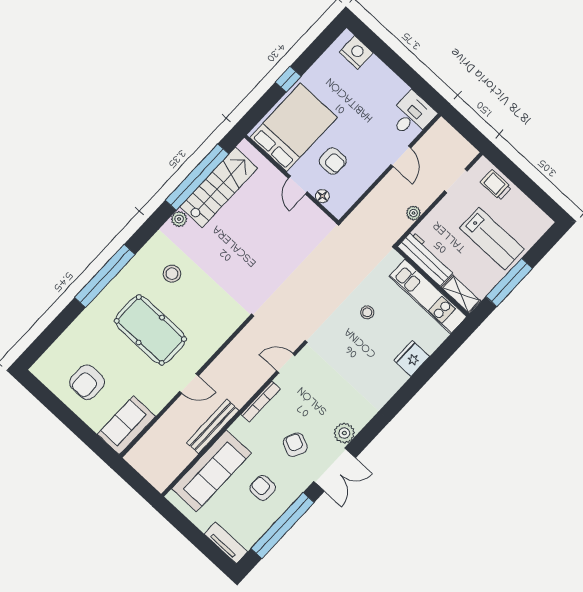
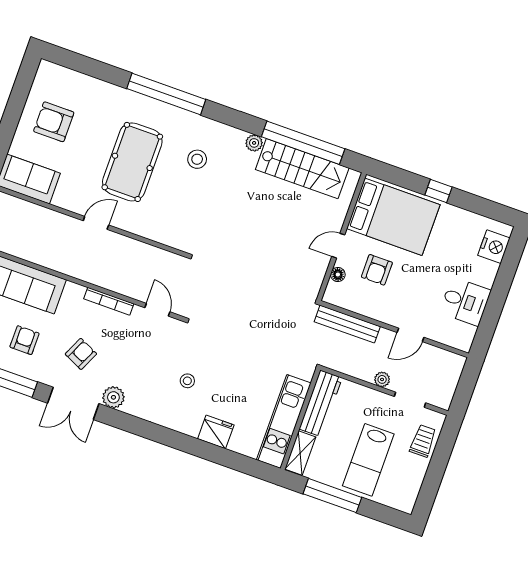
desk: (412, 115) -> (465, 301), moved
plant: (413, 213) -> (382, 379), moved
stool: (367, 312) -> (187, 381), moved
door: (189, 384) -> (96, 223), swing flipped
bench: (213, 426) -> (347, 324), moved

